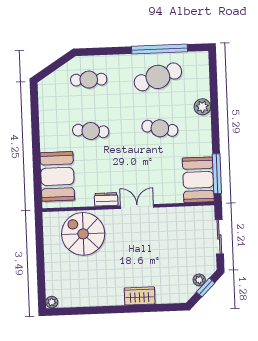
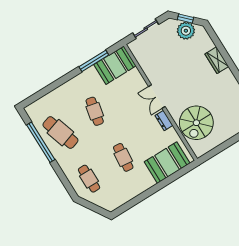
plant: (202, 107) -> (64, 91), removed
window: (217, 174) -> (94, 61), moved
plant: (199, 280) -> (186, 31), width x1.87, depth x1.87

